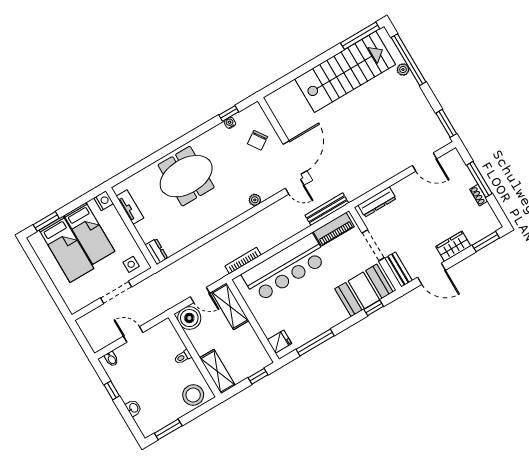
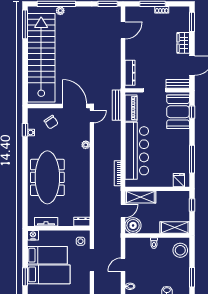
stairs: (345, 72) -> (41, 58), width x1.36
meeting table: (186, 176) -> (47, 177), width x1.36

